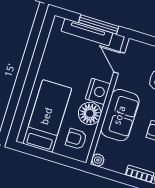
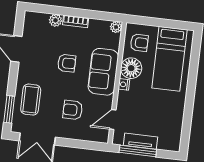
tv unit: (87, 32) -> (141, 141), width x0.71
door: (119, 63) -> (113, 119), swing flipped
nightstand: (98, 91) -> (124, 84), width x0.53, depth x0.56

